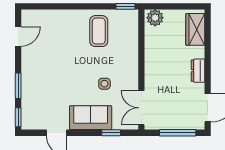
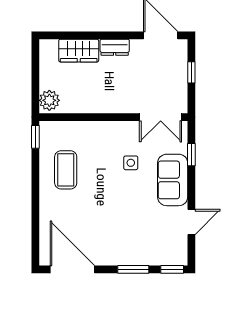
wardrobe: (195, 29) -> (79, 51), moved
coffee table: (99, 31) -> (66, 170), turned 90
door: (18, 36) -> (72, 269), width x1.87
window: (178, 133) -> (191, 72), width x0.46

